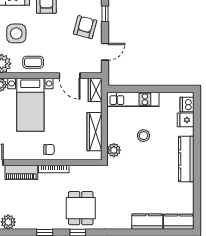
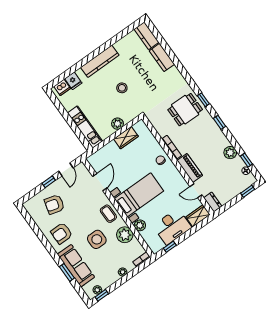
window: (105, 14) -> (49, 182), moved
armchair: (85, 27) -> (54, 204), moved
door: (105, 52) -> (66, 169), swing flipped
wardrobe: (95, 90) -> (97, 158), removed
wardrobe: (94, 132) -> (126, 138), width x0.67
stool: (143, 136) -> (122, 88), moved
plant: (114, 150) -> (118, 124), moved

